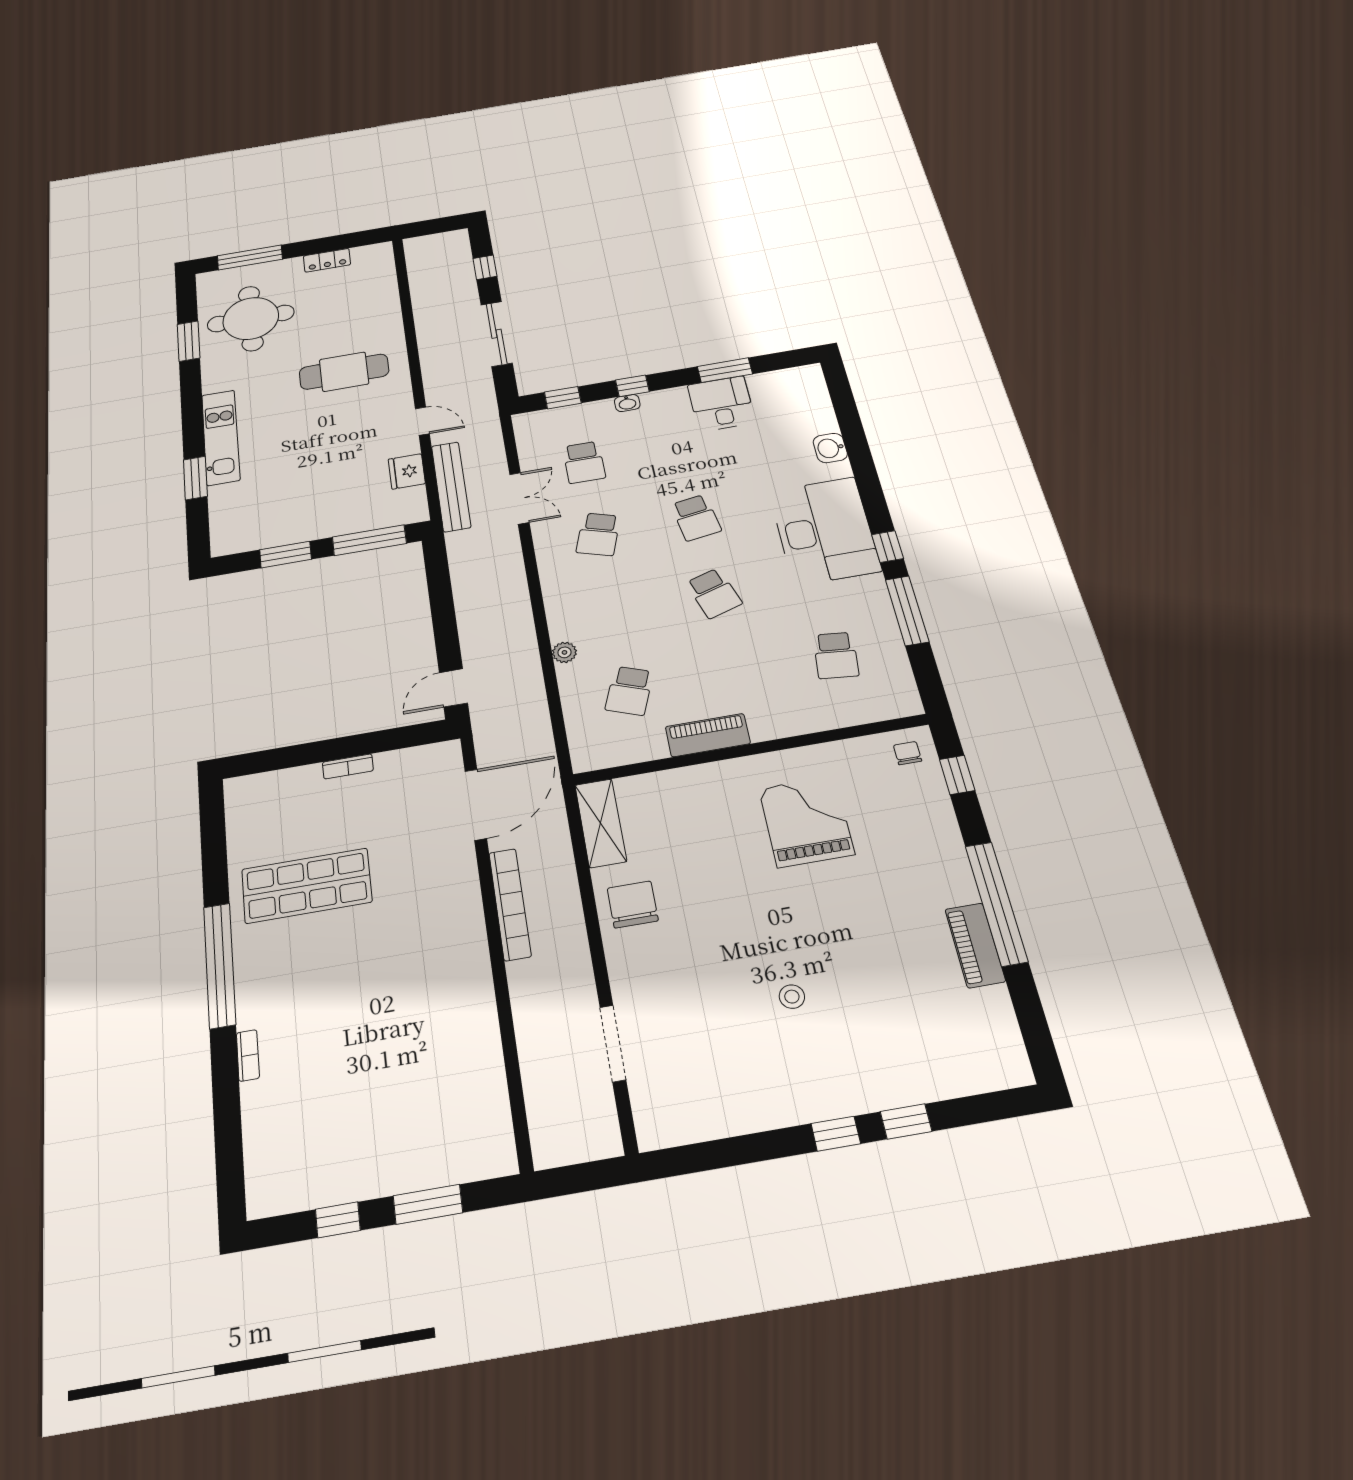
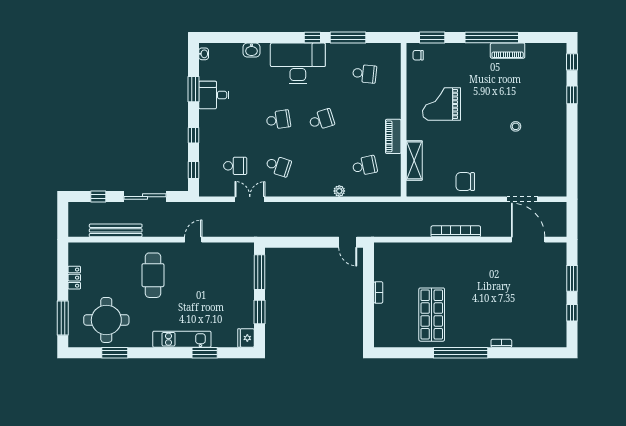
washbasin: (627, 403) -> (204, 54), moved
fridge: (407, 471) -> (246, 338), moved, turned 90
bench: (451, 486) -> (116, 230), moved
school desk: (629, 691) -> (365, 166), turned -33
window: (957, 775) -> (432, 38), width x1.50
door: (476, 805) -> (528, 240), moved
shelving: (601, 823) -> (414, 160), moved, turned 90
window: (836, 1134) -> (572, 62), moved

